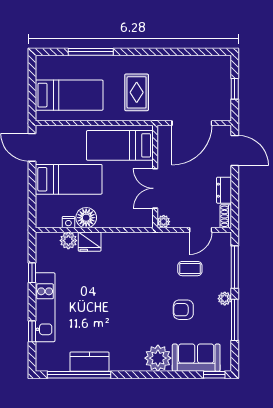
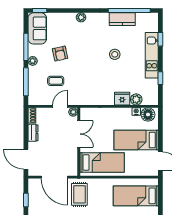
rug: (137, 92) -> (79, 194), moved
door: (192, 123) -> (54, 177), swing flipped
floor lamp: (86, 218) -> (148, 115), moved
door: (201, 230) -> (60, 106), moved
stool: (101, 309) -> (115, 54), added
armchair: (183, 310) -> (60, 54), turned 78
plant: (158, 358) -> (81, 17), width x0.53, depth x0.53
sofa: (196, 358) -> (37, 28), moved, turned -90

